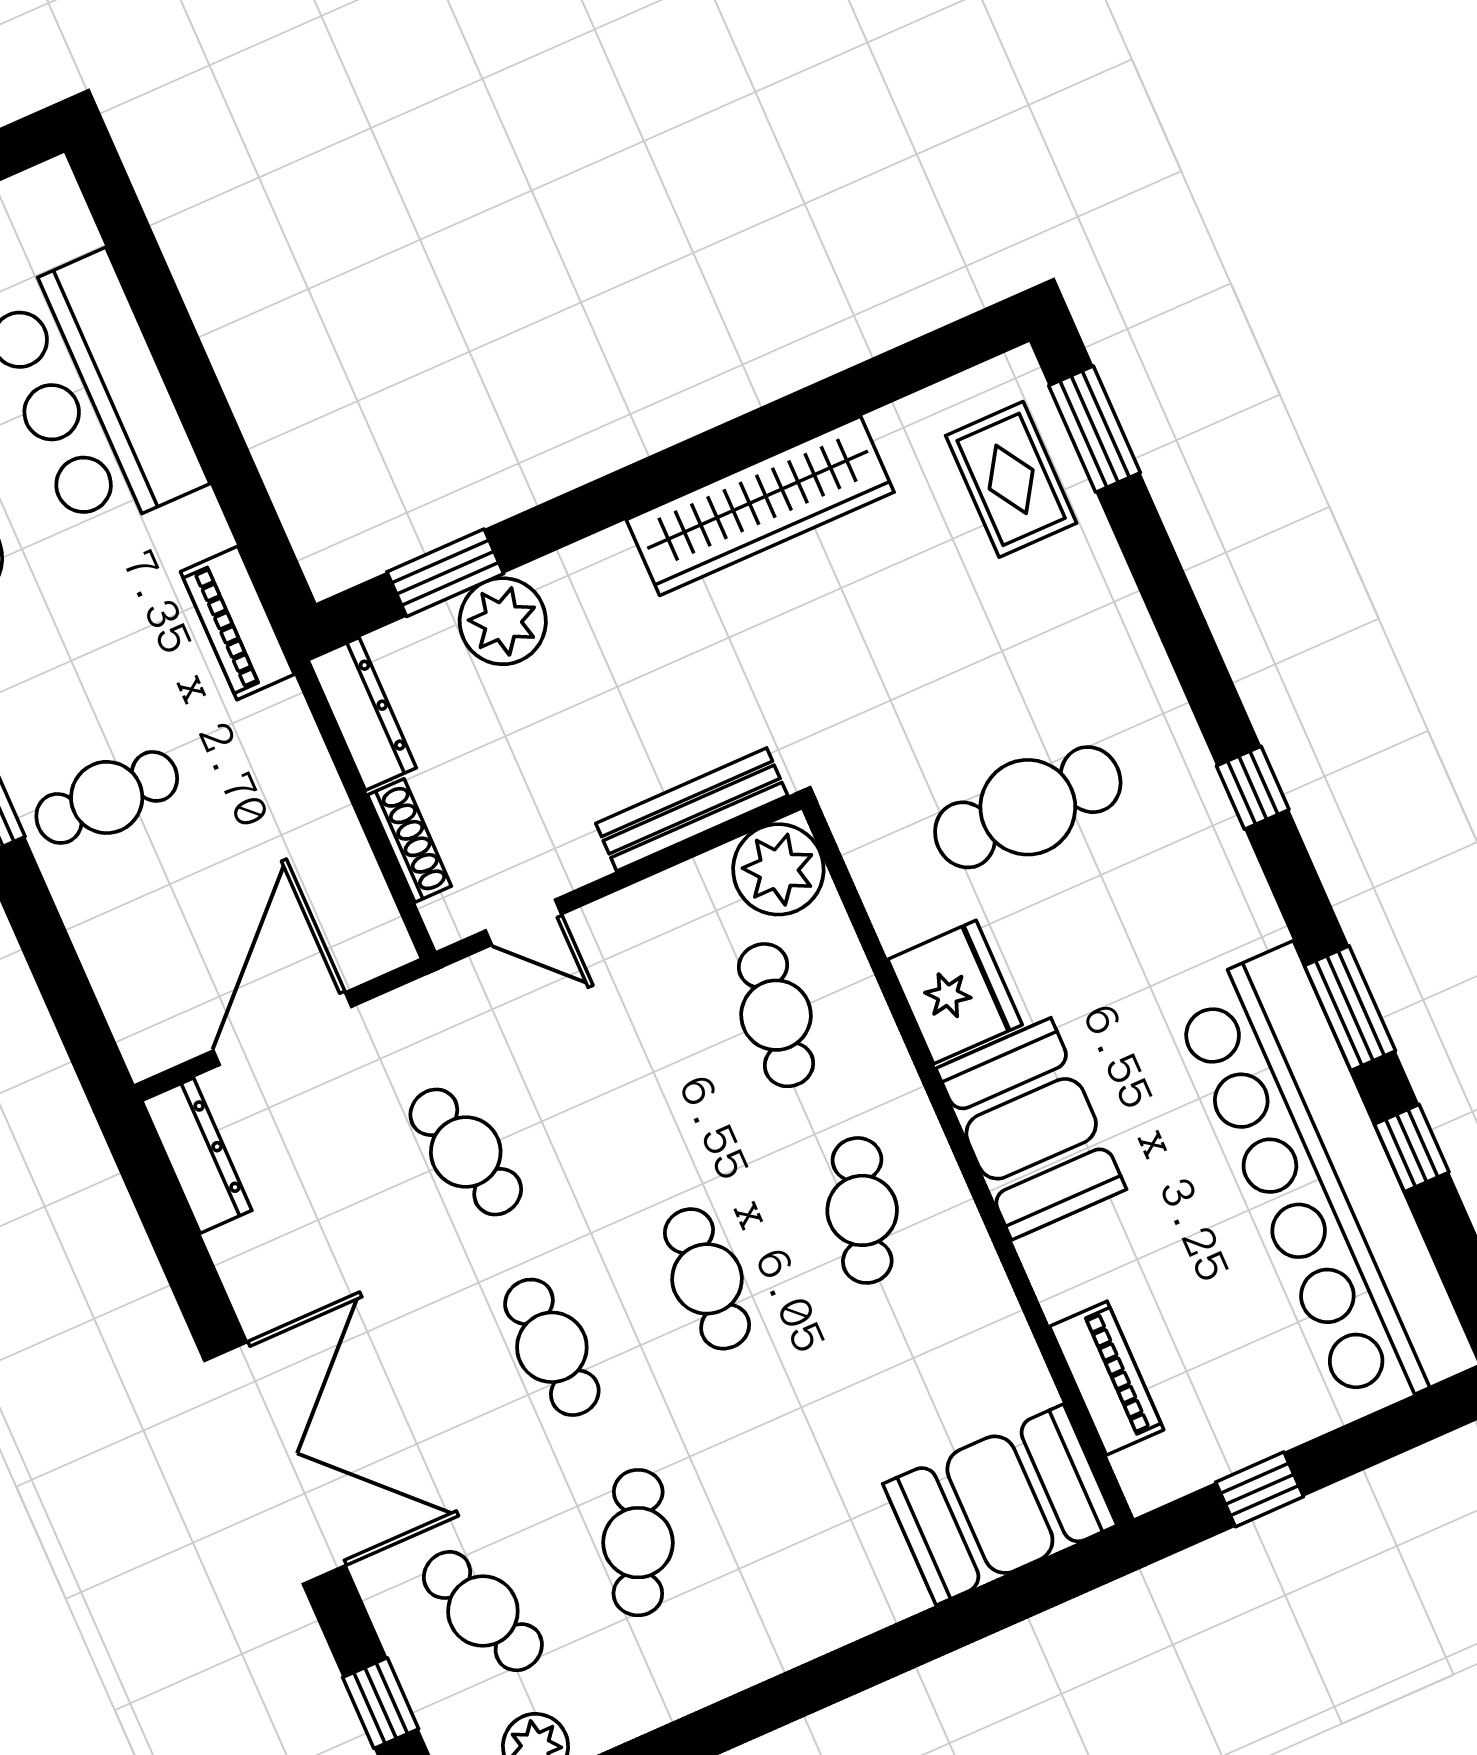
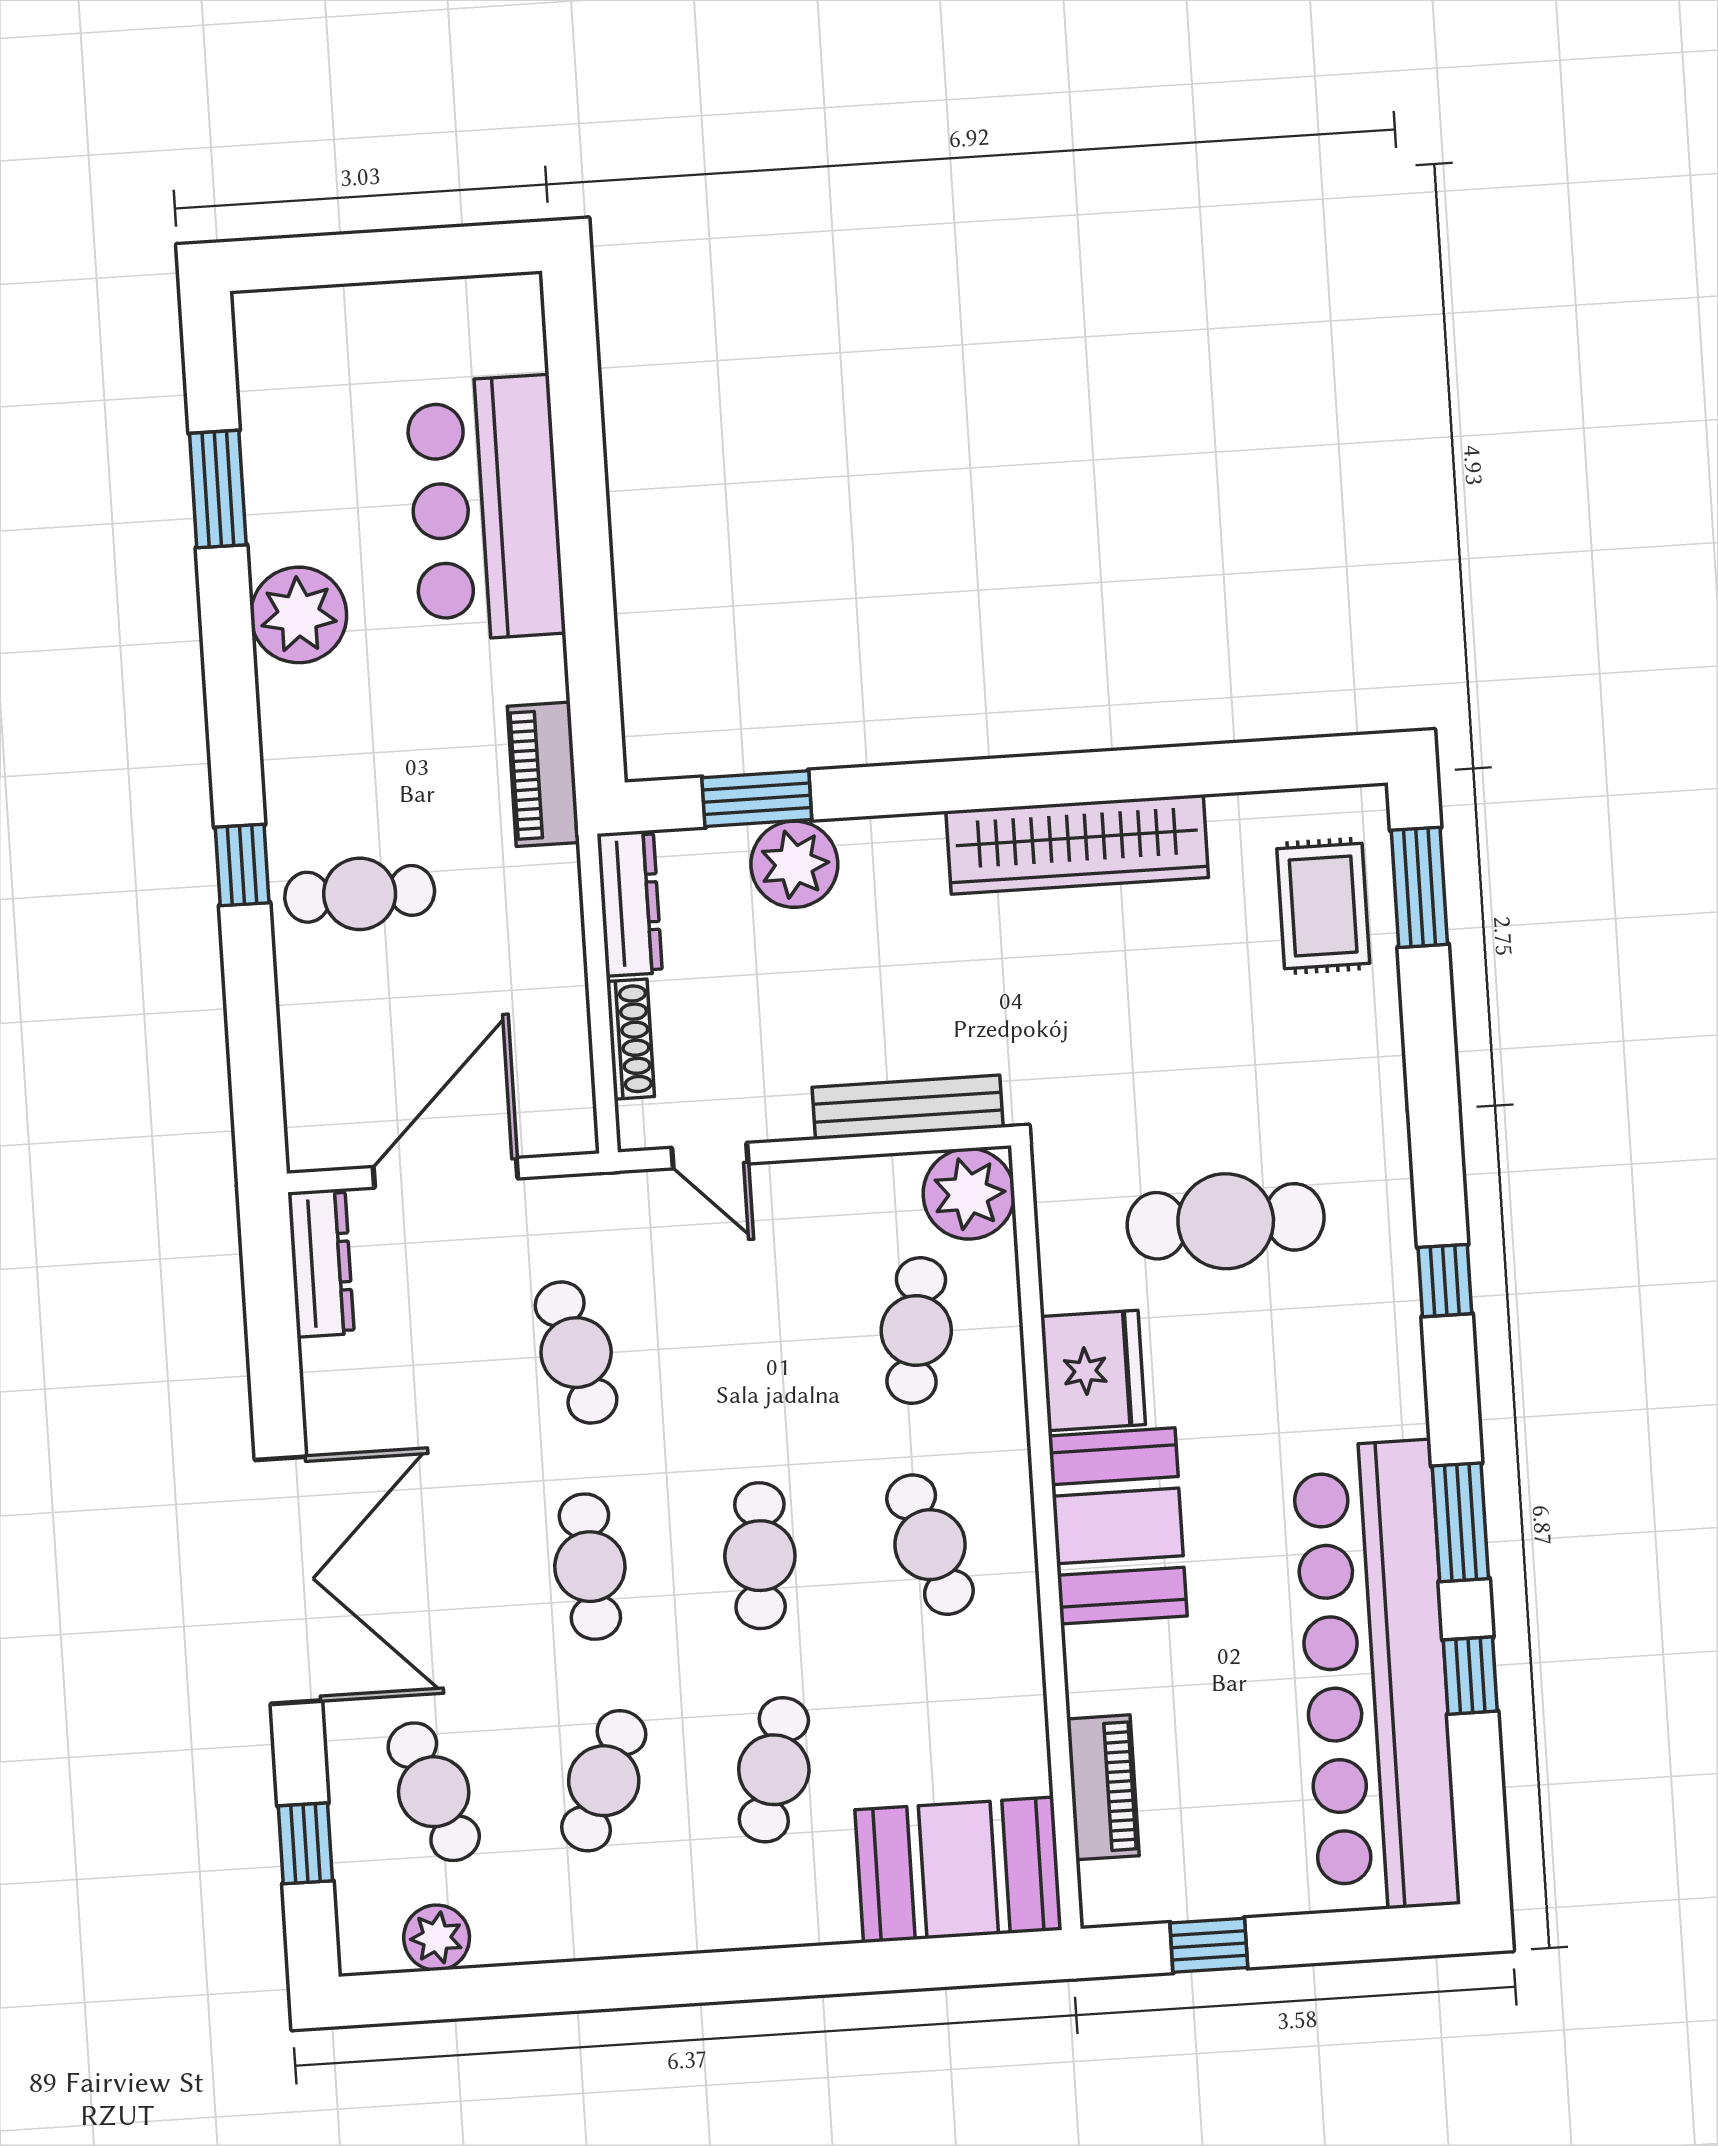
cafe table: (862, 1210) -> (930, 1545), turned -36
cafe table: (793, 1474) -> (774, 1770), added

